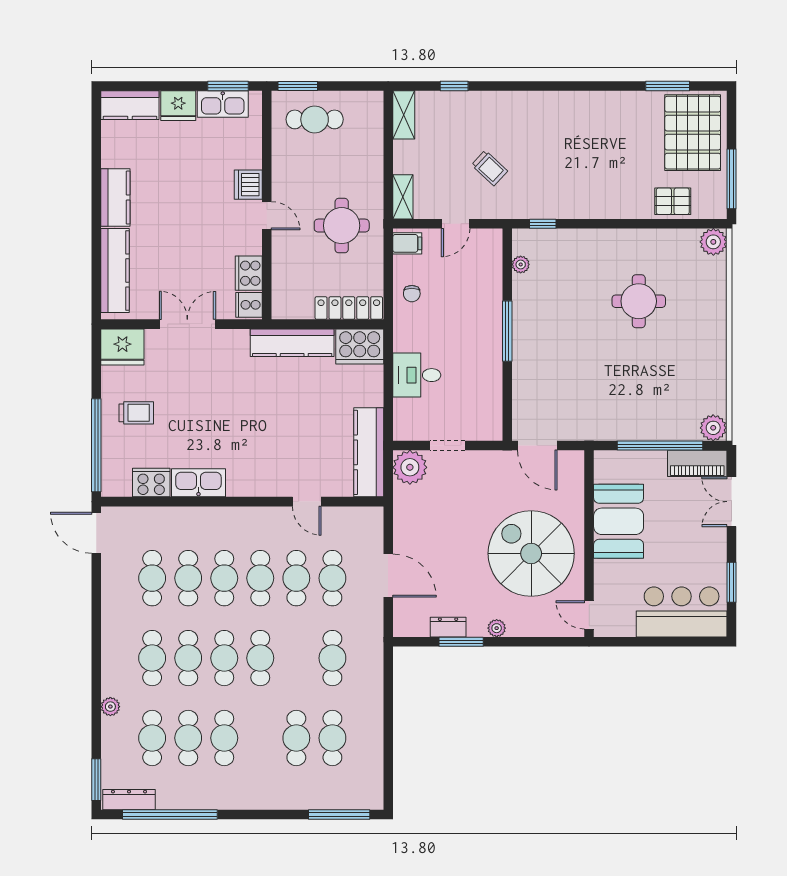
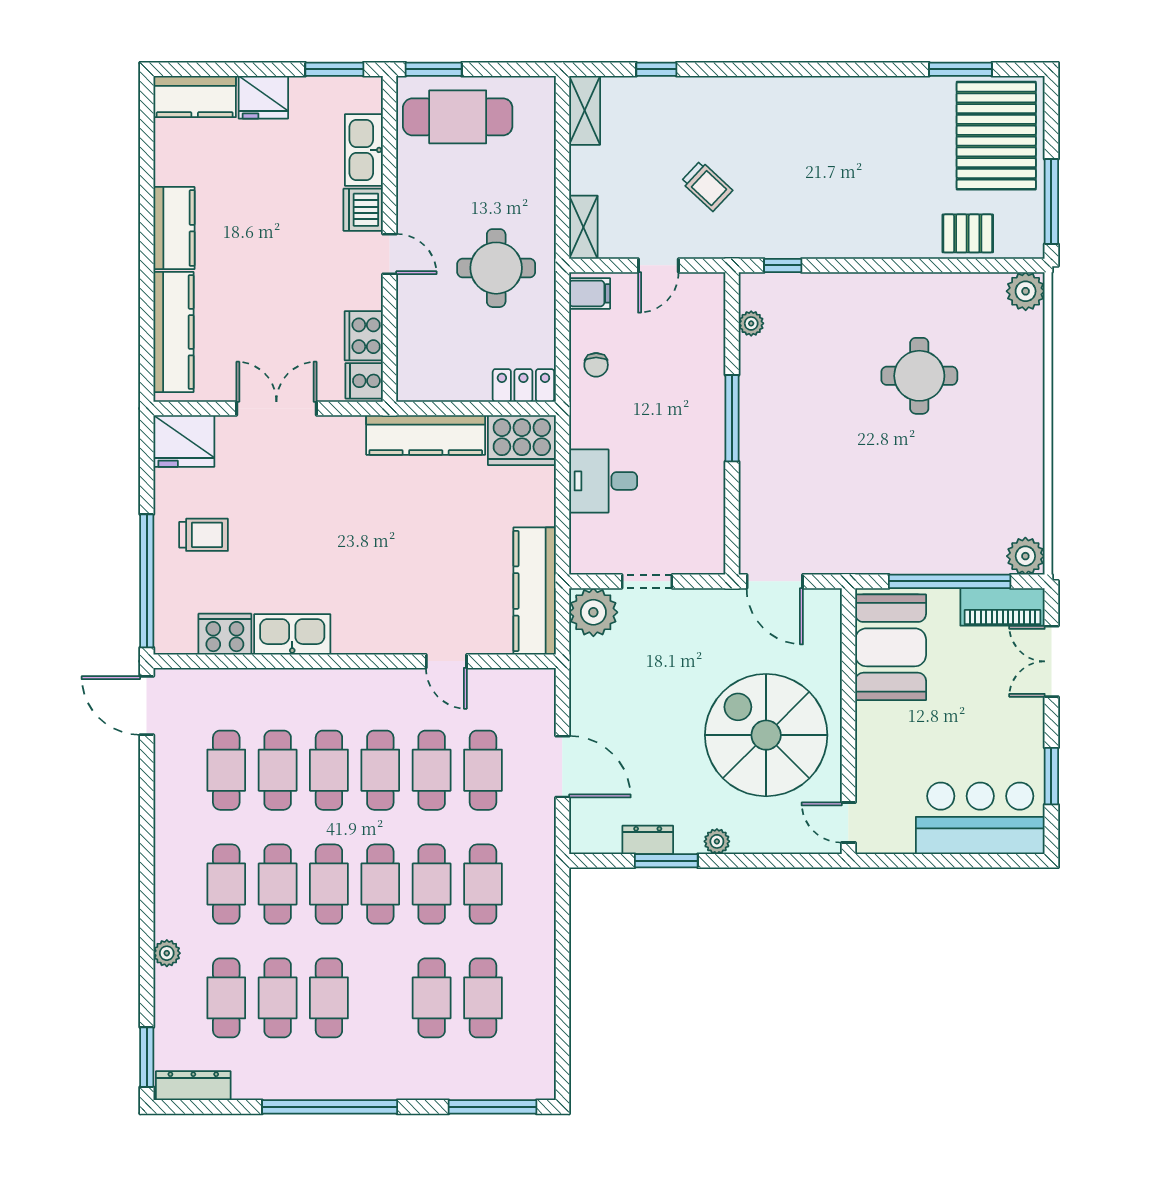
kitchen sink: (223, 104) -> (364, 150), moved, turned 90
cafe table: (315, 119) -> (458, 117), width x1.37, depth x1.35
locker: (349, 308) -> (523, 385), width x0.66
booth: (619, 521) -> (891, 647), moved
cafe table: (296, 658) -> (432, 884), added
window: (170, 815) -> (330, 1107), moved

